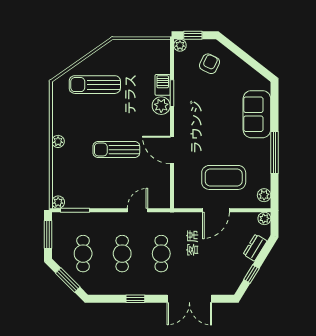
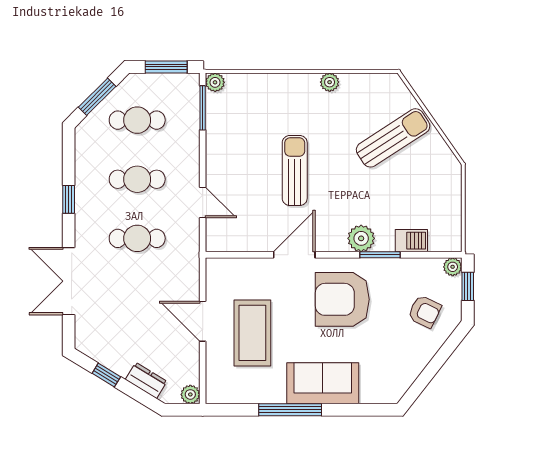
sun lounger: (95, 85) -> (393, 138), turned 57
barbecue: (163, 85) -> (411, 241), moved
sofa: (257, 114) -> (323, 383), moved
armchair: (201, 118) -> (342, 299), added
plant: (58, 141) -> (330, 82), moved
plant: (264, 195) -> (225, 394), removed

